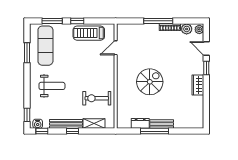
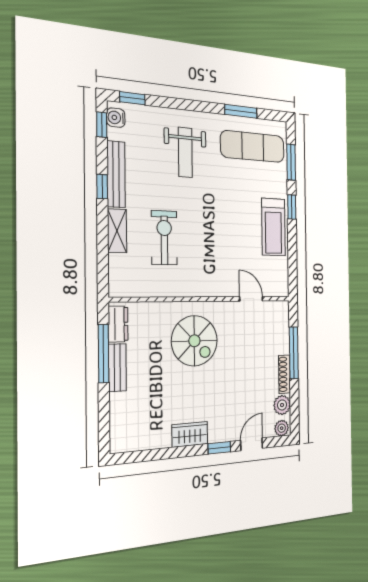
treadmill: (89, 33) -> (273, 227), turned 180
door: (116, 48) -> (251, 299), moved
wall: (116, 76) -> (204, 299), moved

